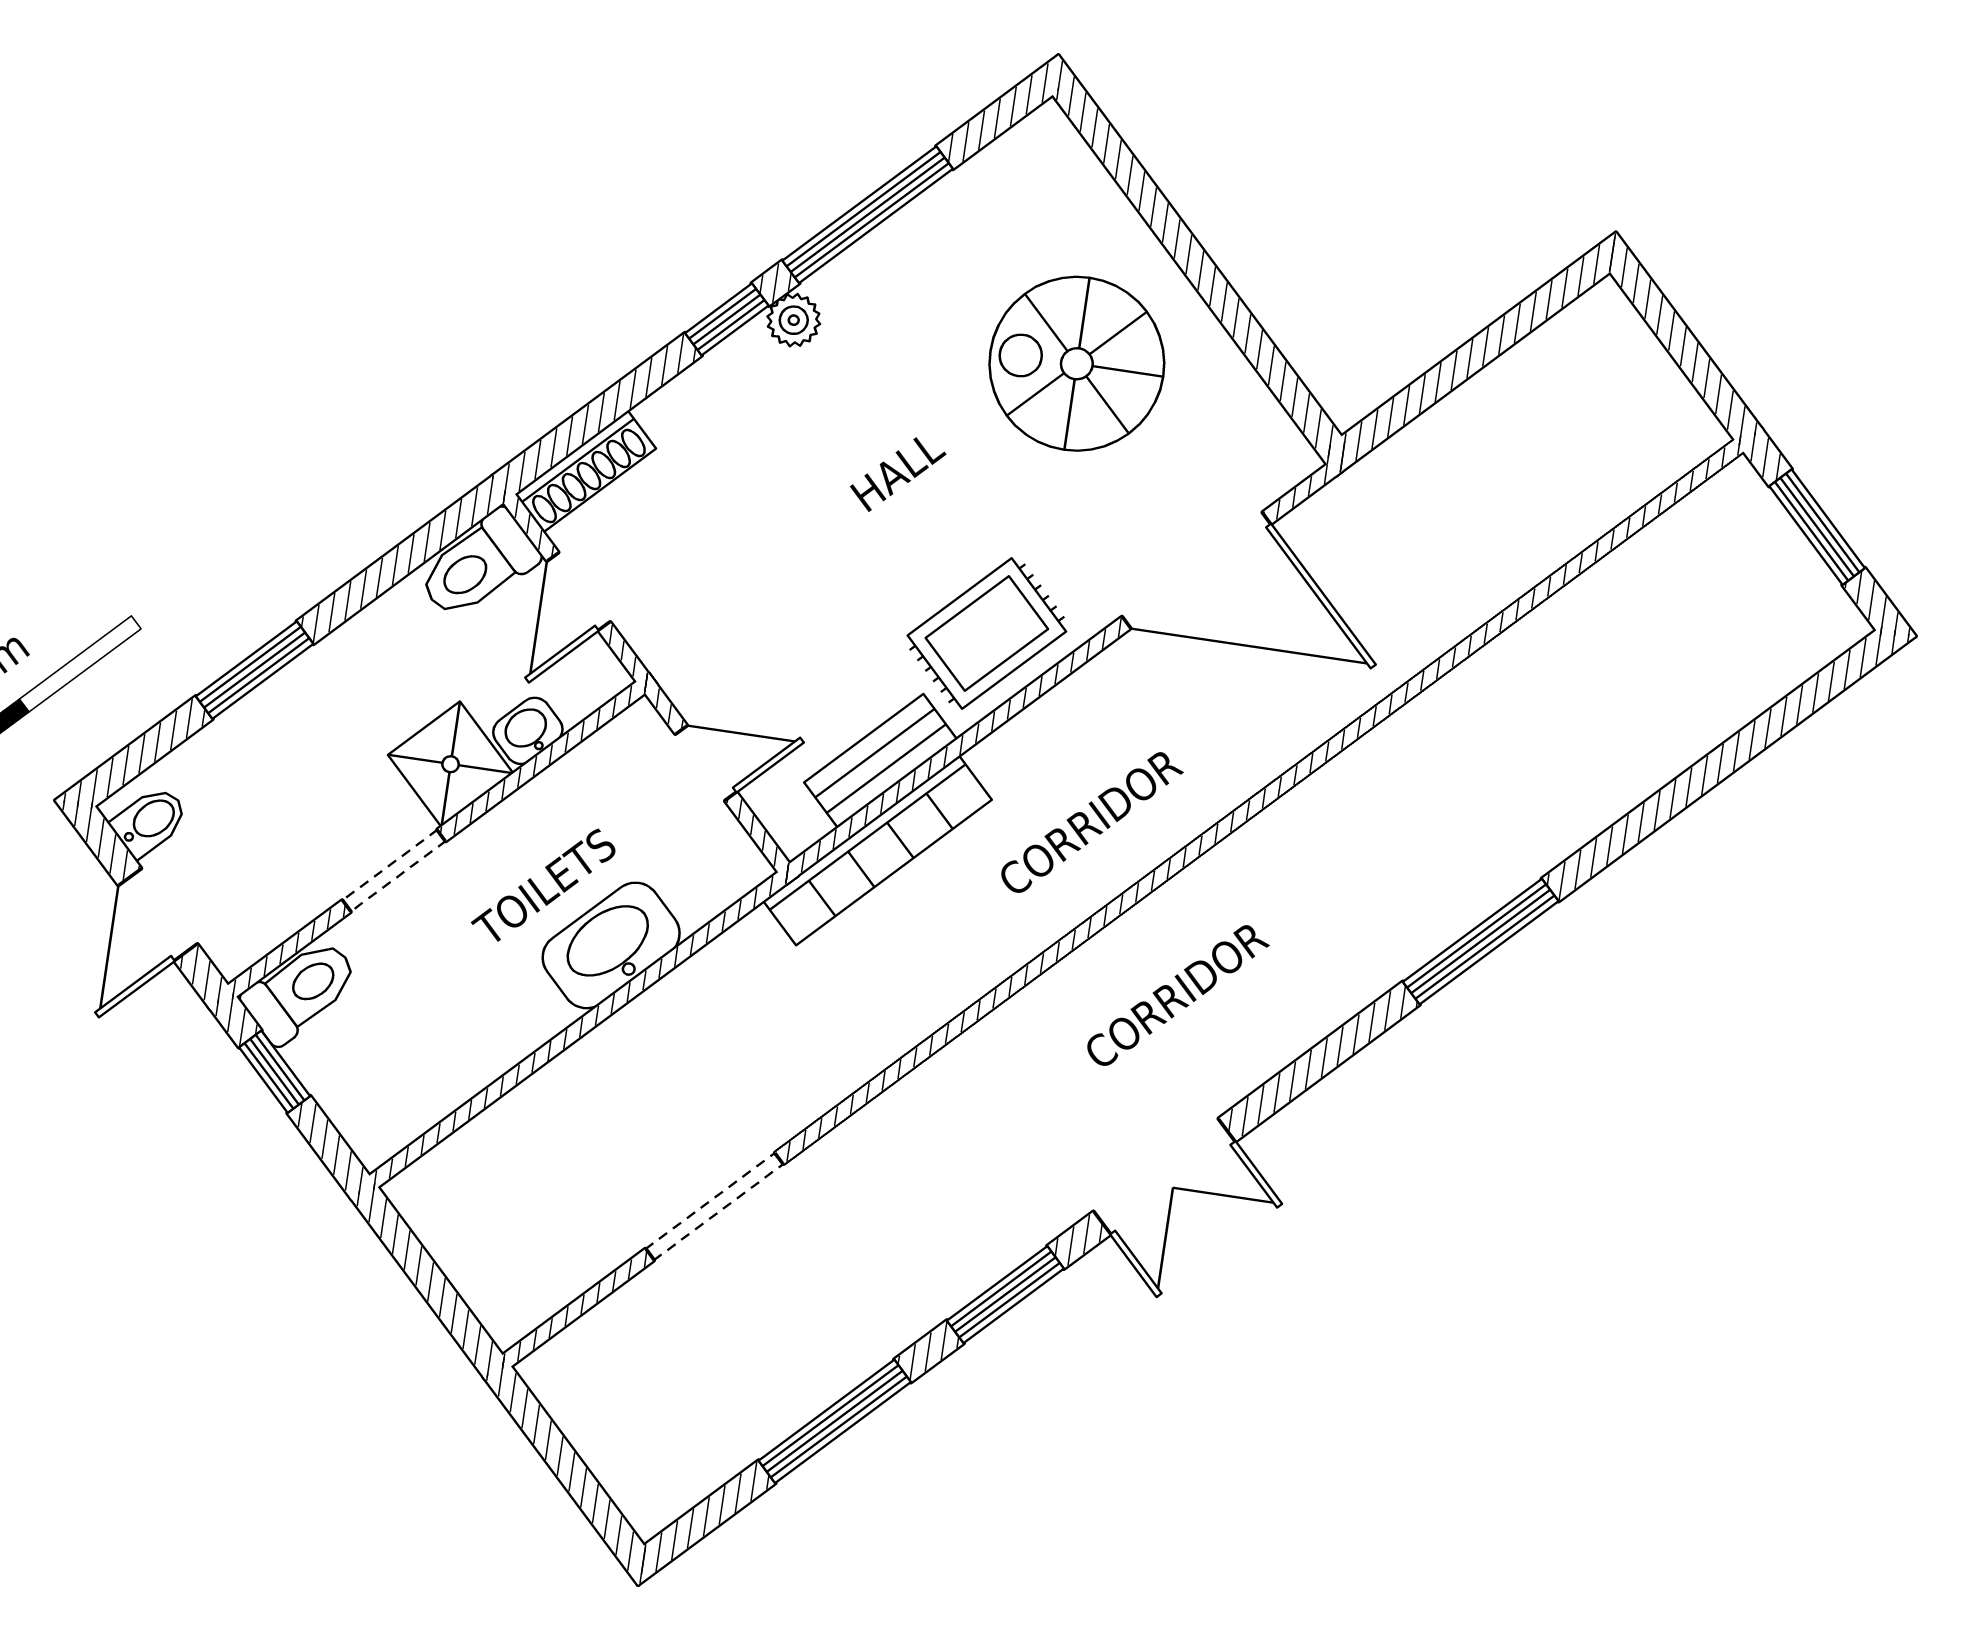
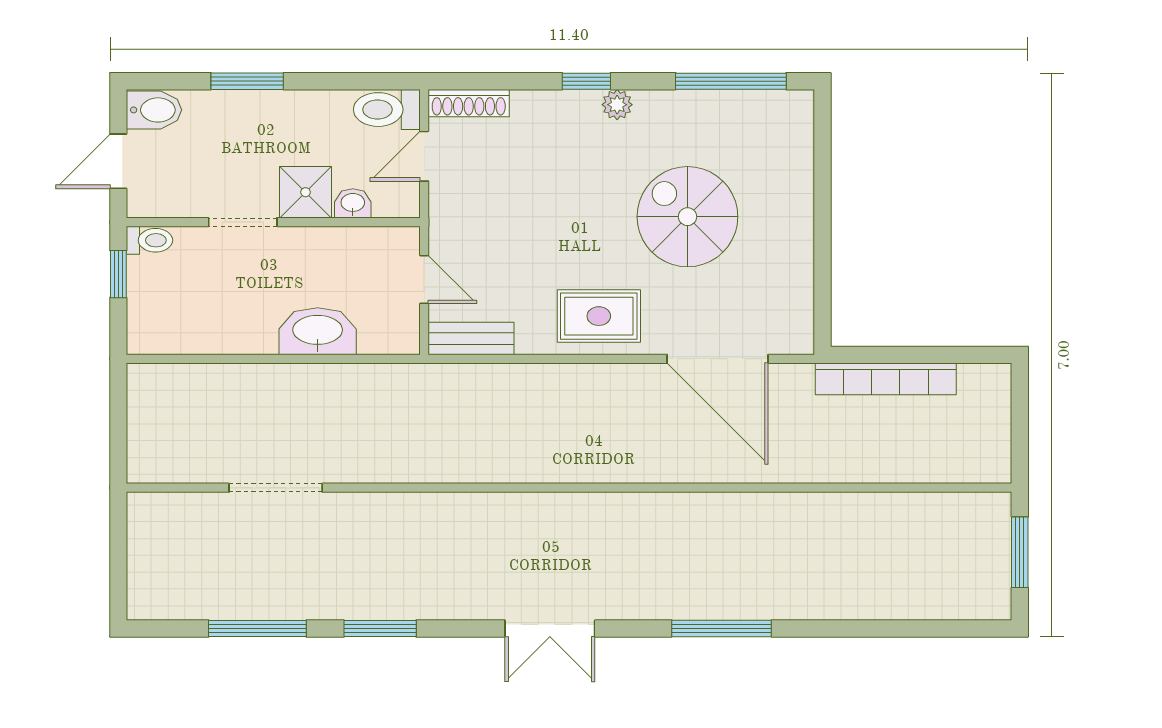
window: (868, 215) -> (731, 81), moved
spiral stairs: (1077, 364) -> (687, 217), moved
bench: (881, 761) -> (471, 339), moved
bidet: (150, 821) -> (154, 110), width x1.38, depth x1.36
bookcase: (878, 850) -> (886, 379), moved
toilet: (301, 991) -> (149, 240), width x0.73, depth x0.72
double door: (1164, 1177) -> (550, 629), moved

